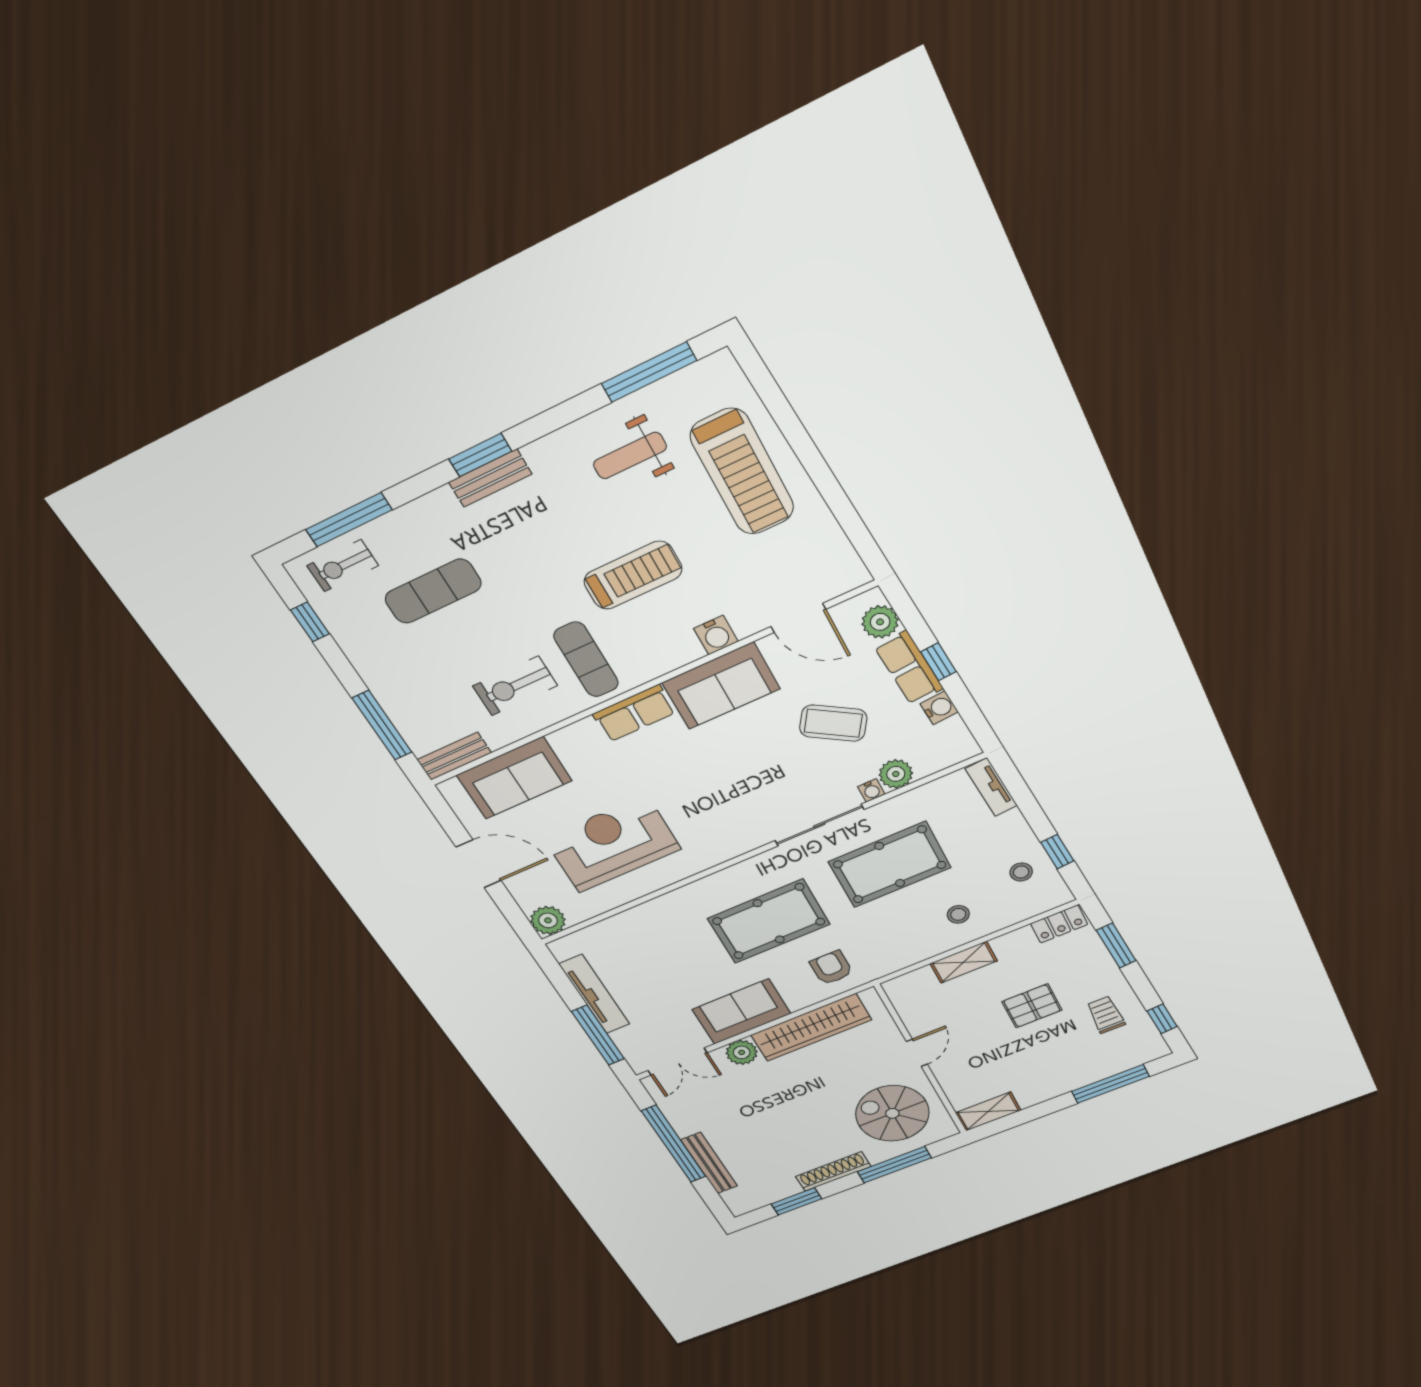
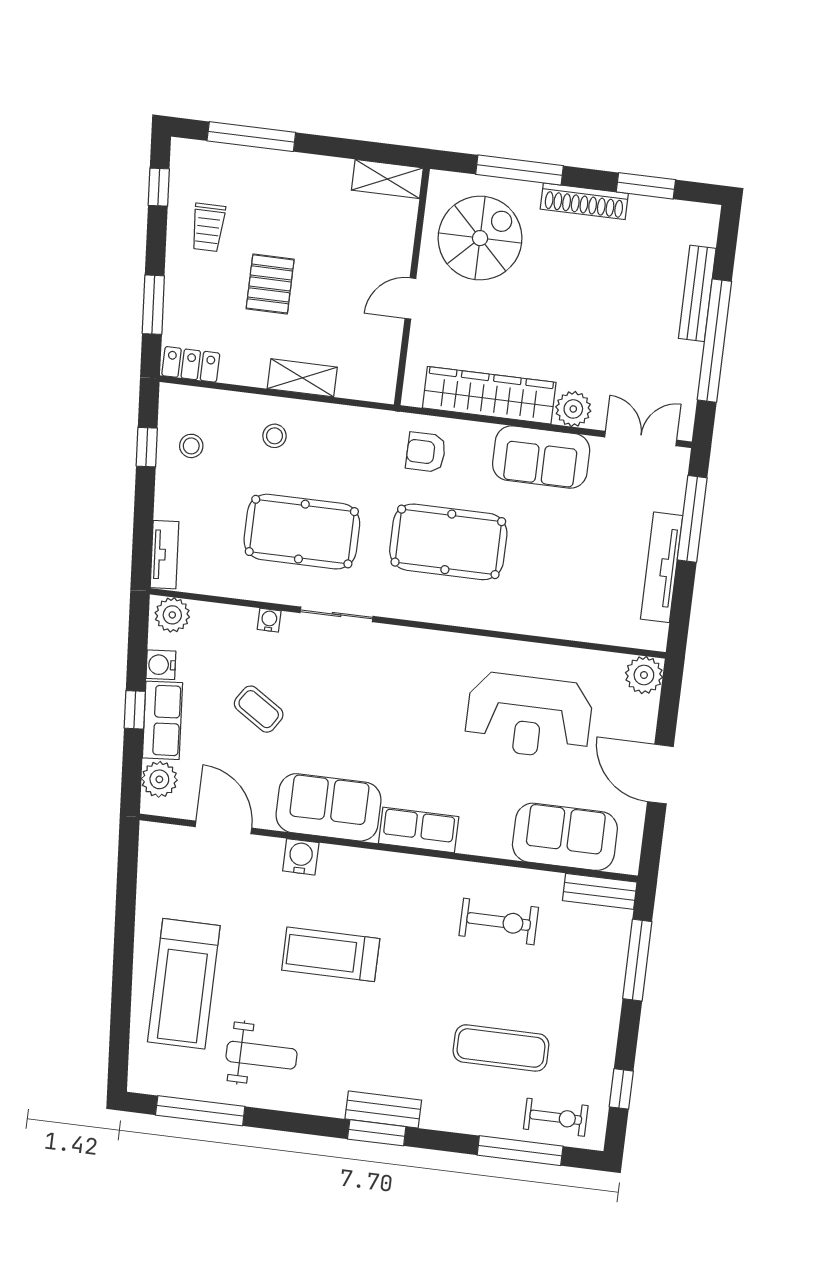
treadmill: (742, 472) -> (184, 984), turned 180
exercise mat: (586, 659) -> (422, 906), removed
coffee table: (833, 723) -> (259, 709), width x0.73, depth x0.77
plant: (896, 774) -> (172, 615), moved
sliding door: (819, 825) -> (337, 614), width x0.73
armchair: (831, 968) -> (426, 452), turned 90
pallet: (1032, 1006) -> (270, 284), turned 90
spiral stairs: (892, 1113) -> (480, 238), turned -90

